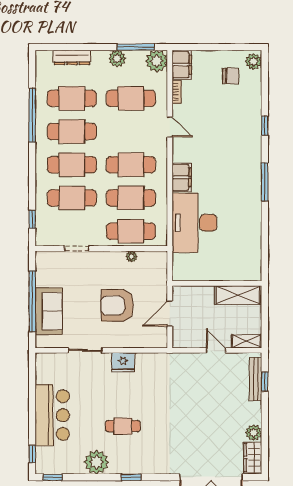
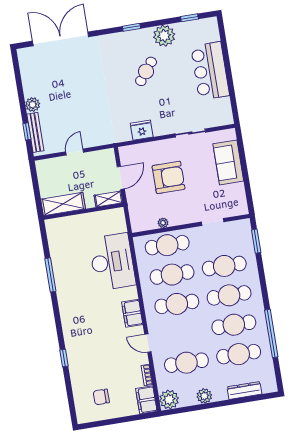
window: (136, 47) -> (190, 409), removed
plant: (254, 62) -> (83, 413), removed
filing cabinet: (182, 177) -> (132, 313), moved
window: (265, 182) -> (50, 275), moved
window: (32, 219) -> (256, 241), width x1.50
window: (32, 301) -> (244, 169), removed
shelving: (247, 341) -> (108, 199), moved
door: (216, 350) -> (75, 152), swing flipped
fridge: (123, 362) -> (142, 130), moved
cafe table: (123, 426) -> (146, 71), turned -52
plant: (254, 433) -> (33, 105), moved
window: (32, 454) -> (222, 33), removed
wardrobe: (253, 457) -> (26, 62), removed
window: (53, 477) -> (189, 18), moved

